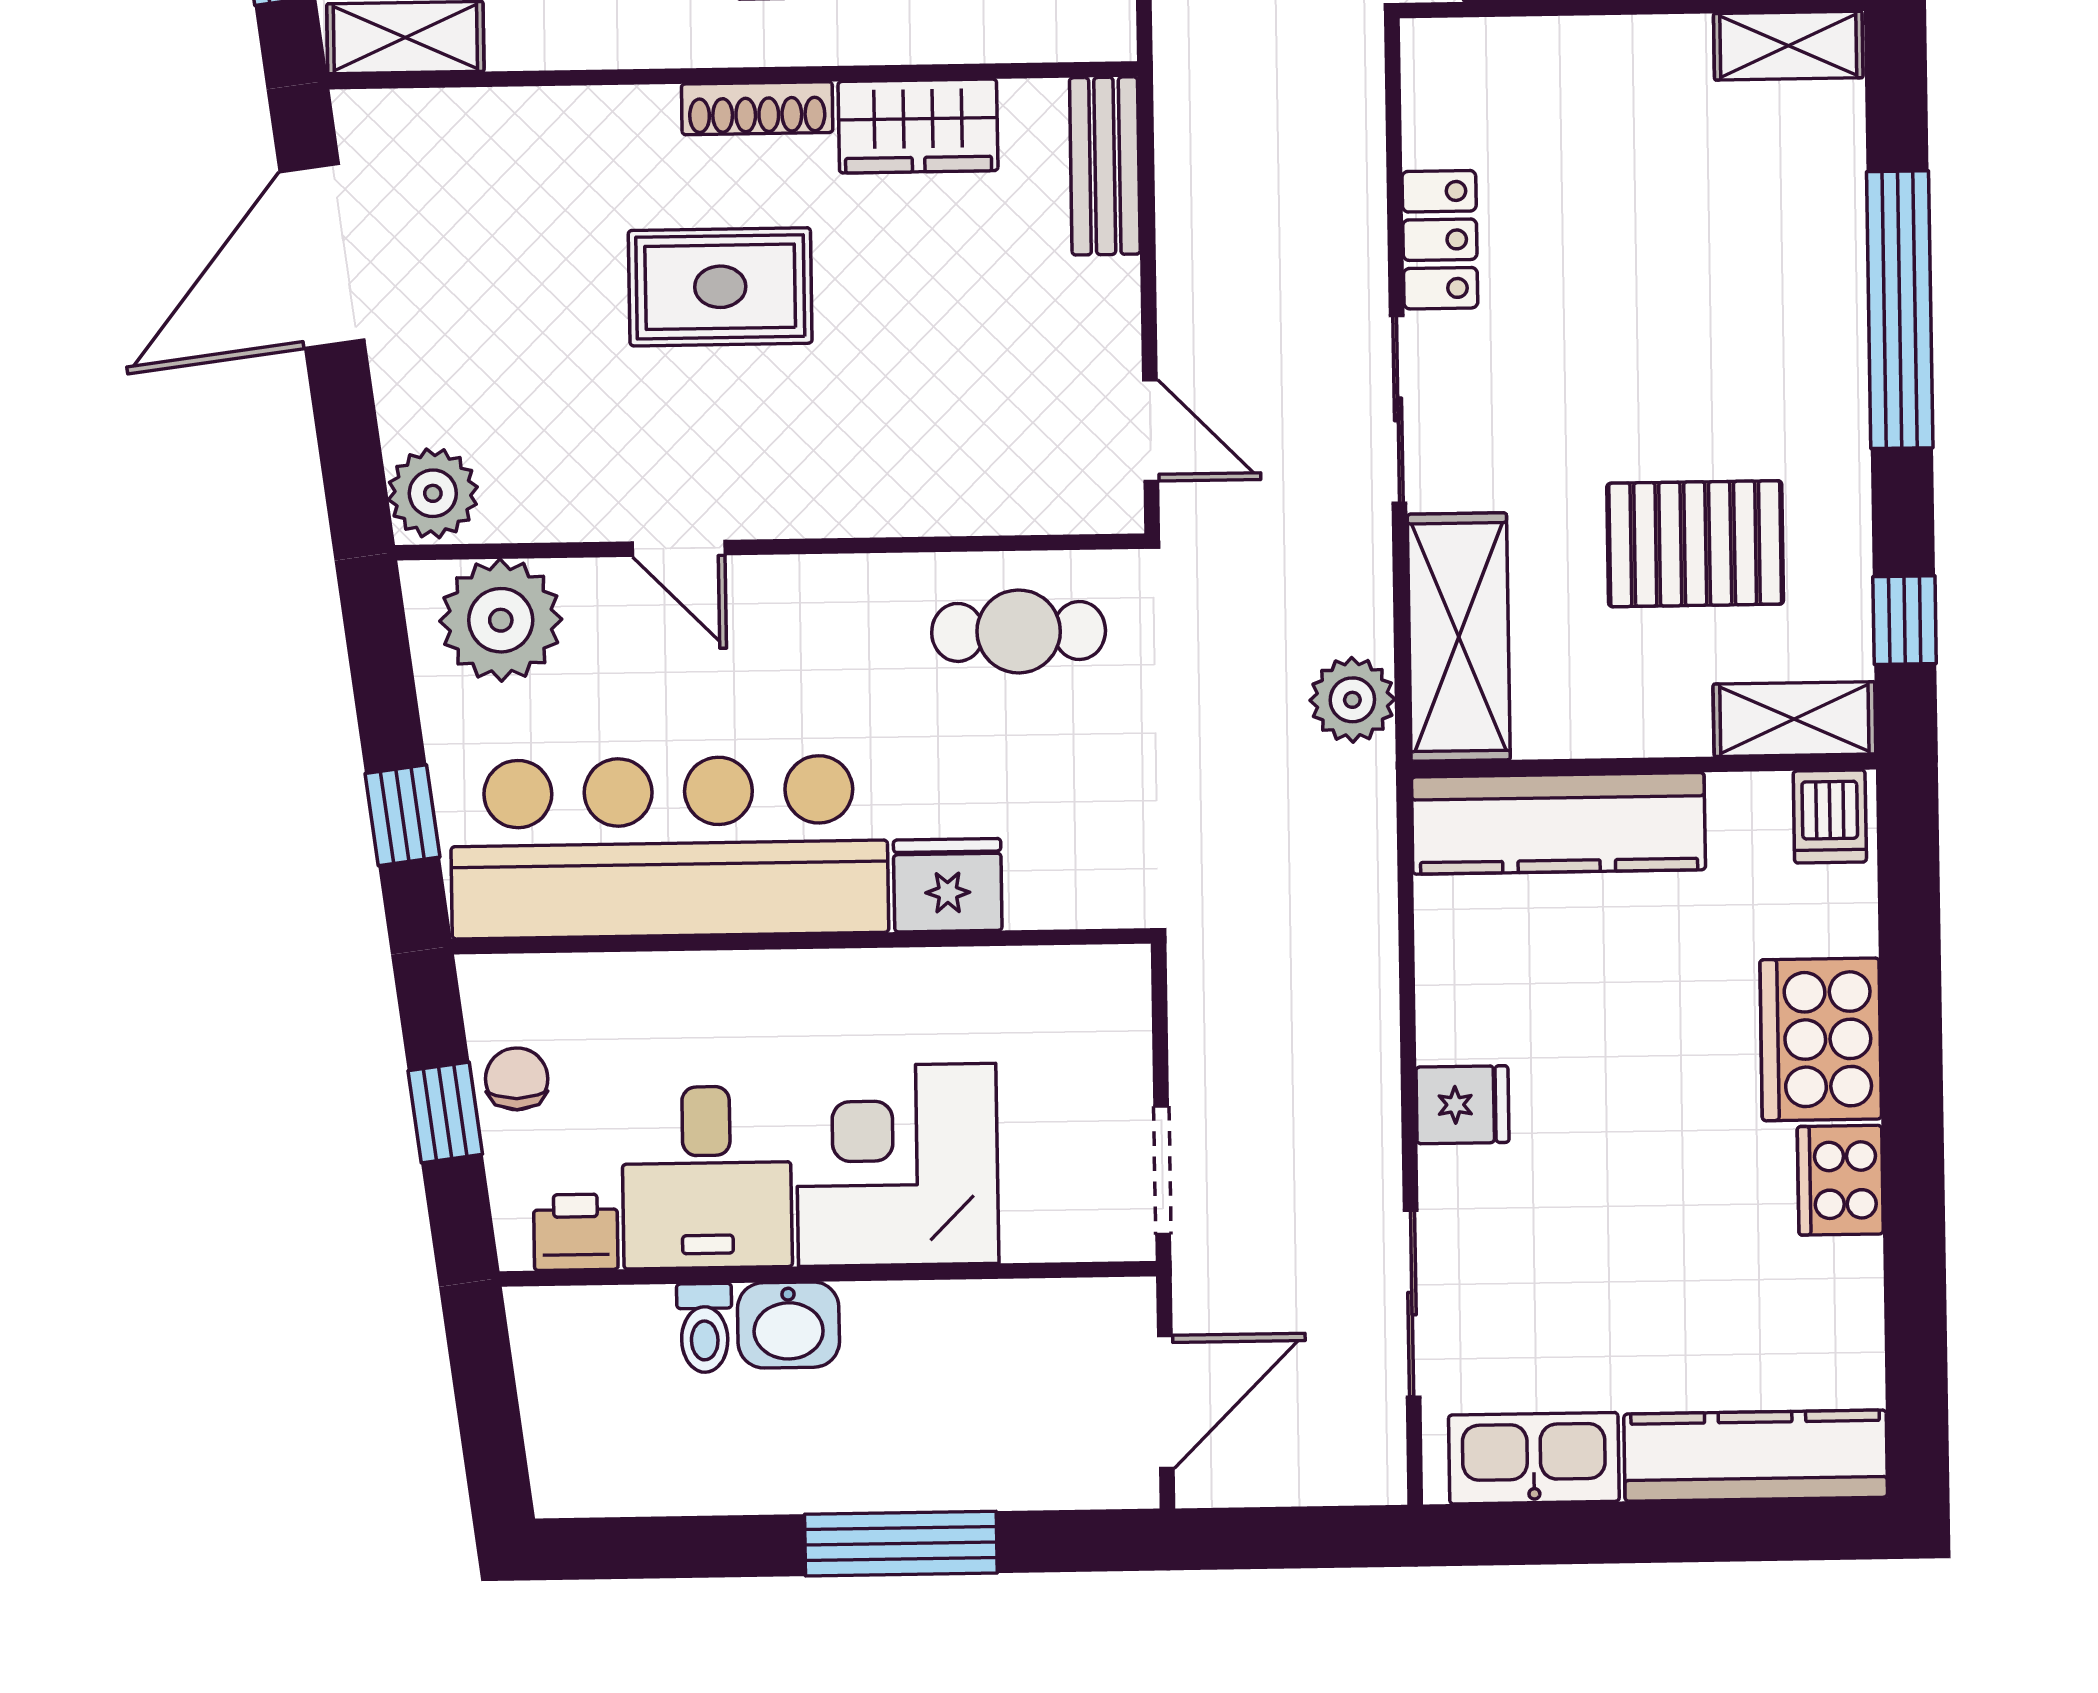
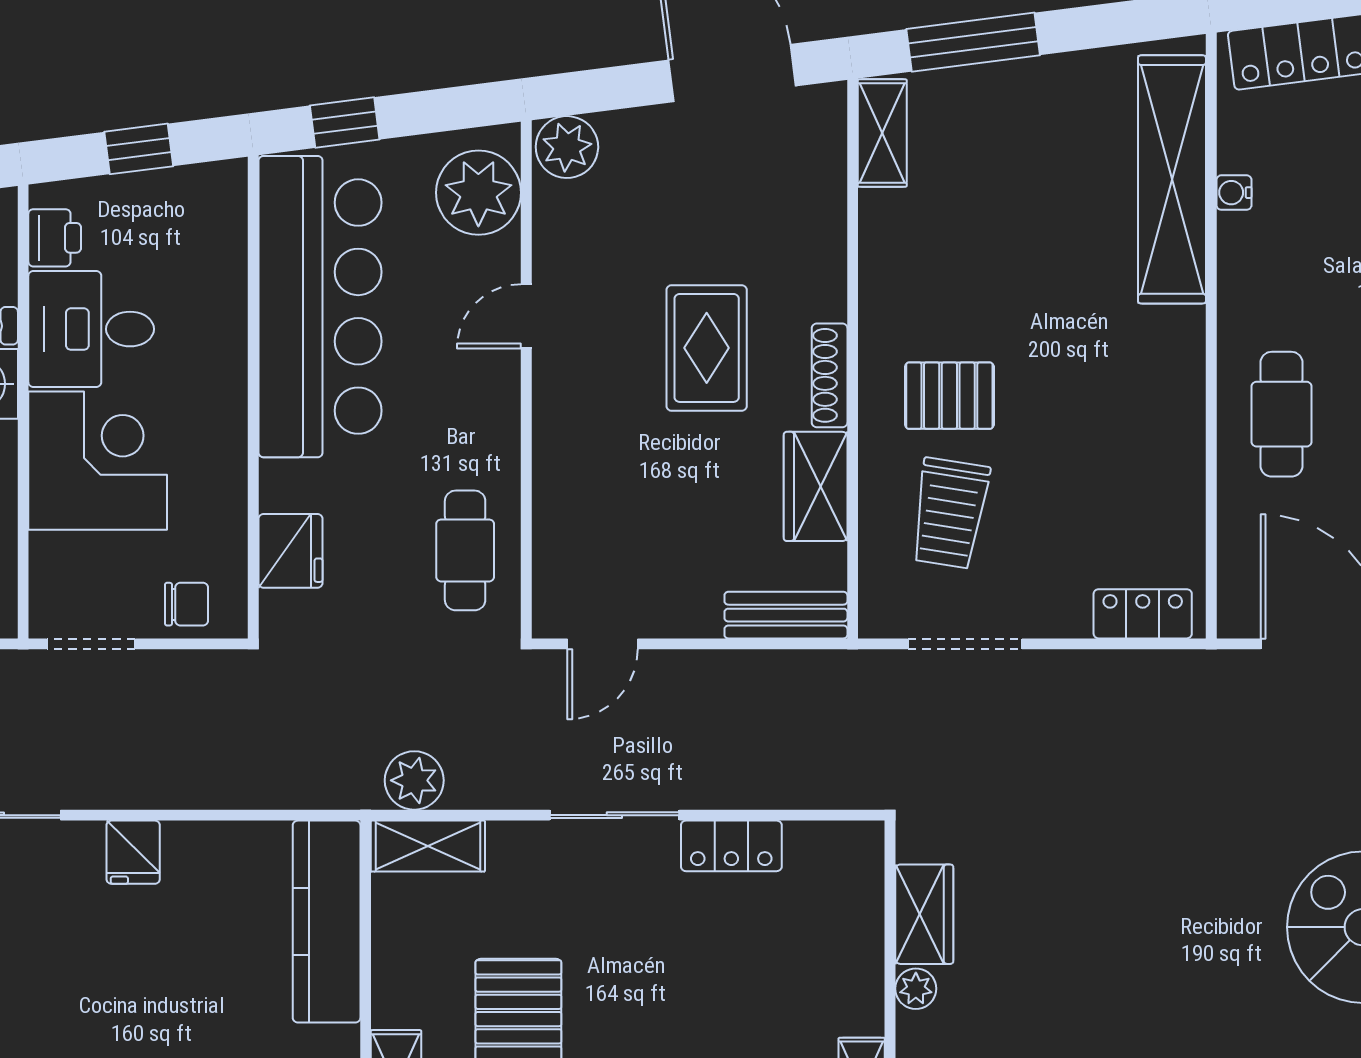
shelving: (1459, 637) -> (428, 846), width x0.67, depth x0.75
fridge: (948, 885) -> (290, 551), moved
chair: (517, 1079) -> (186, 604), moved

